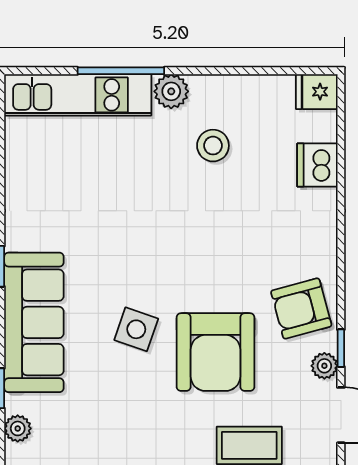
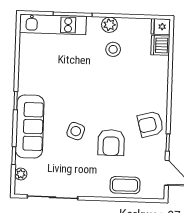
plant: (171, 91) -> (109, 25), moved
dishwasher: (317, 165) -> (160, 45), moved
armchair: (215, 352) -> (111, 143), width x0.73, depth x0.73
plant: (324, 366) -> (160, 150), removed

